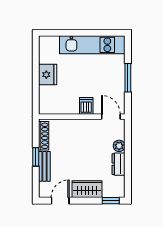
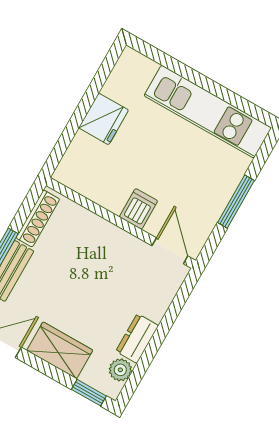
plant: (119, 146) -> (120, 370), moved

